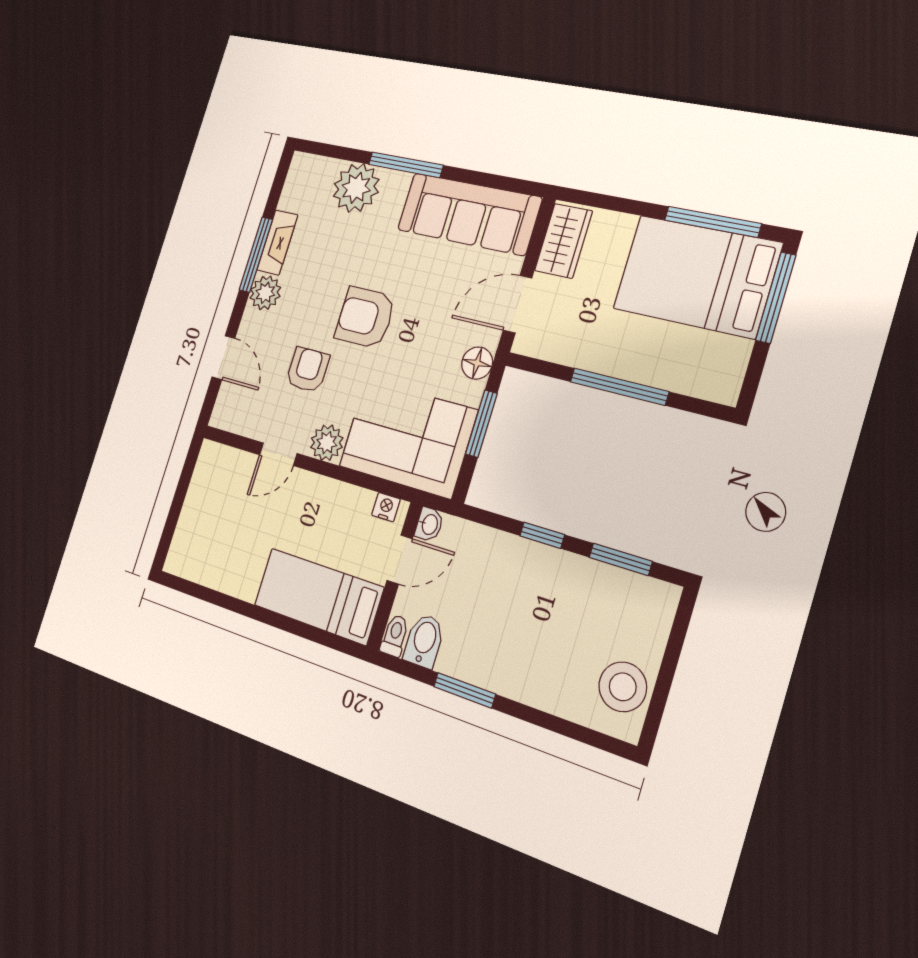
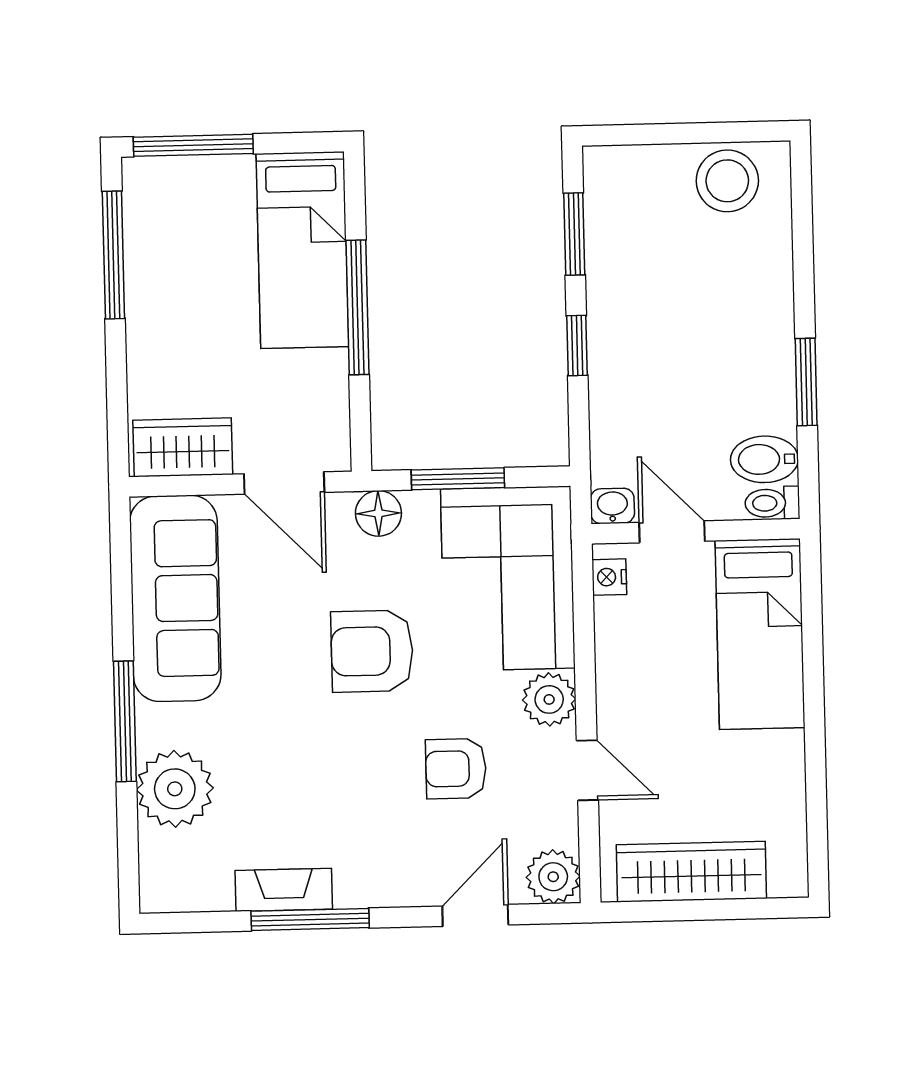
bed: (697, 276) -> (302, 250), moved, width x0.67
plant: (265, 293) -> (553, 877), moved
armchair: (365, 317) -> (372, 651), moved, turned 90
wardrobe: (201, 501) -> (691, 872), added

